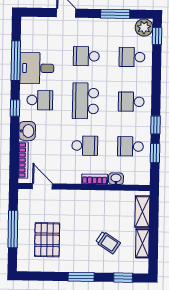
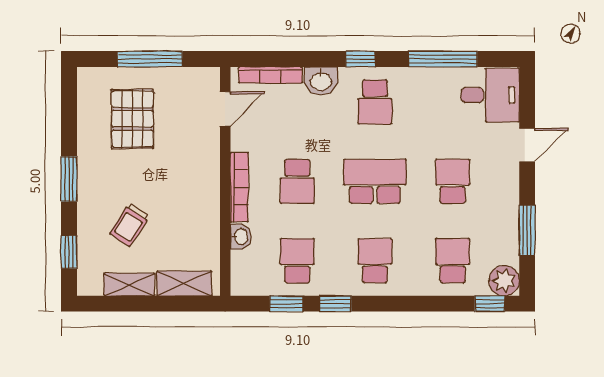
desk: (37, 68) -> (490, 95), moved, turned 90
bookcase: (95, 179) -> (239, 187), width x1.56
pallet: (47, 240) -> (132, 119), turned 90

